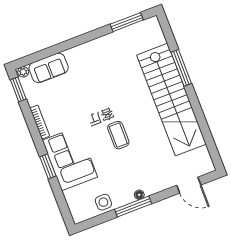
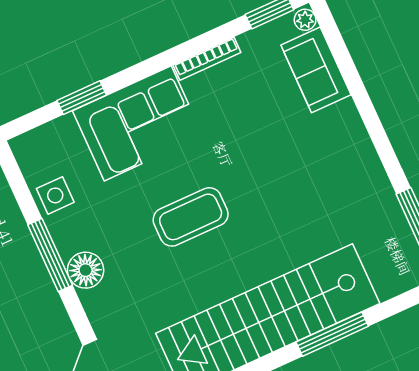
coffee table: (118, 135) -> (191, 217), width x1.36, depth x1.32
window: (48, 166) -> (82, 98), moved
floor lamp: (139, 195) -> (86, 270), width x1.89, depth x1.89

